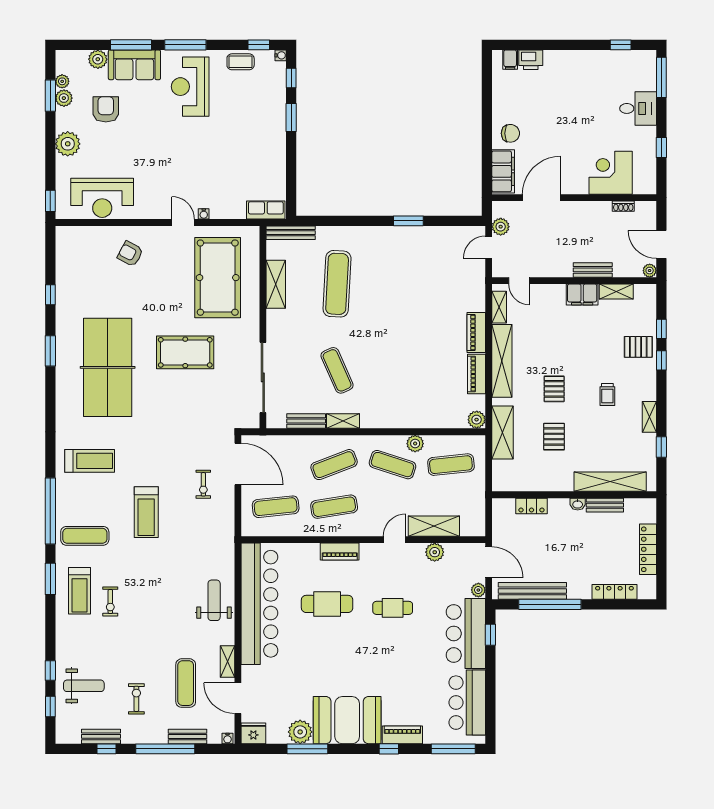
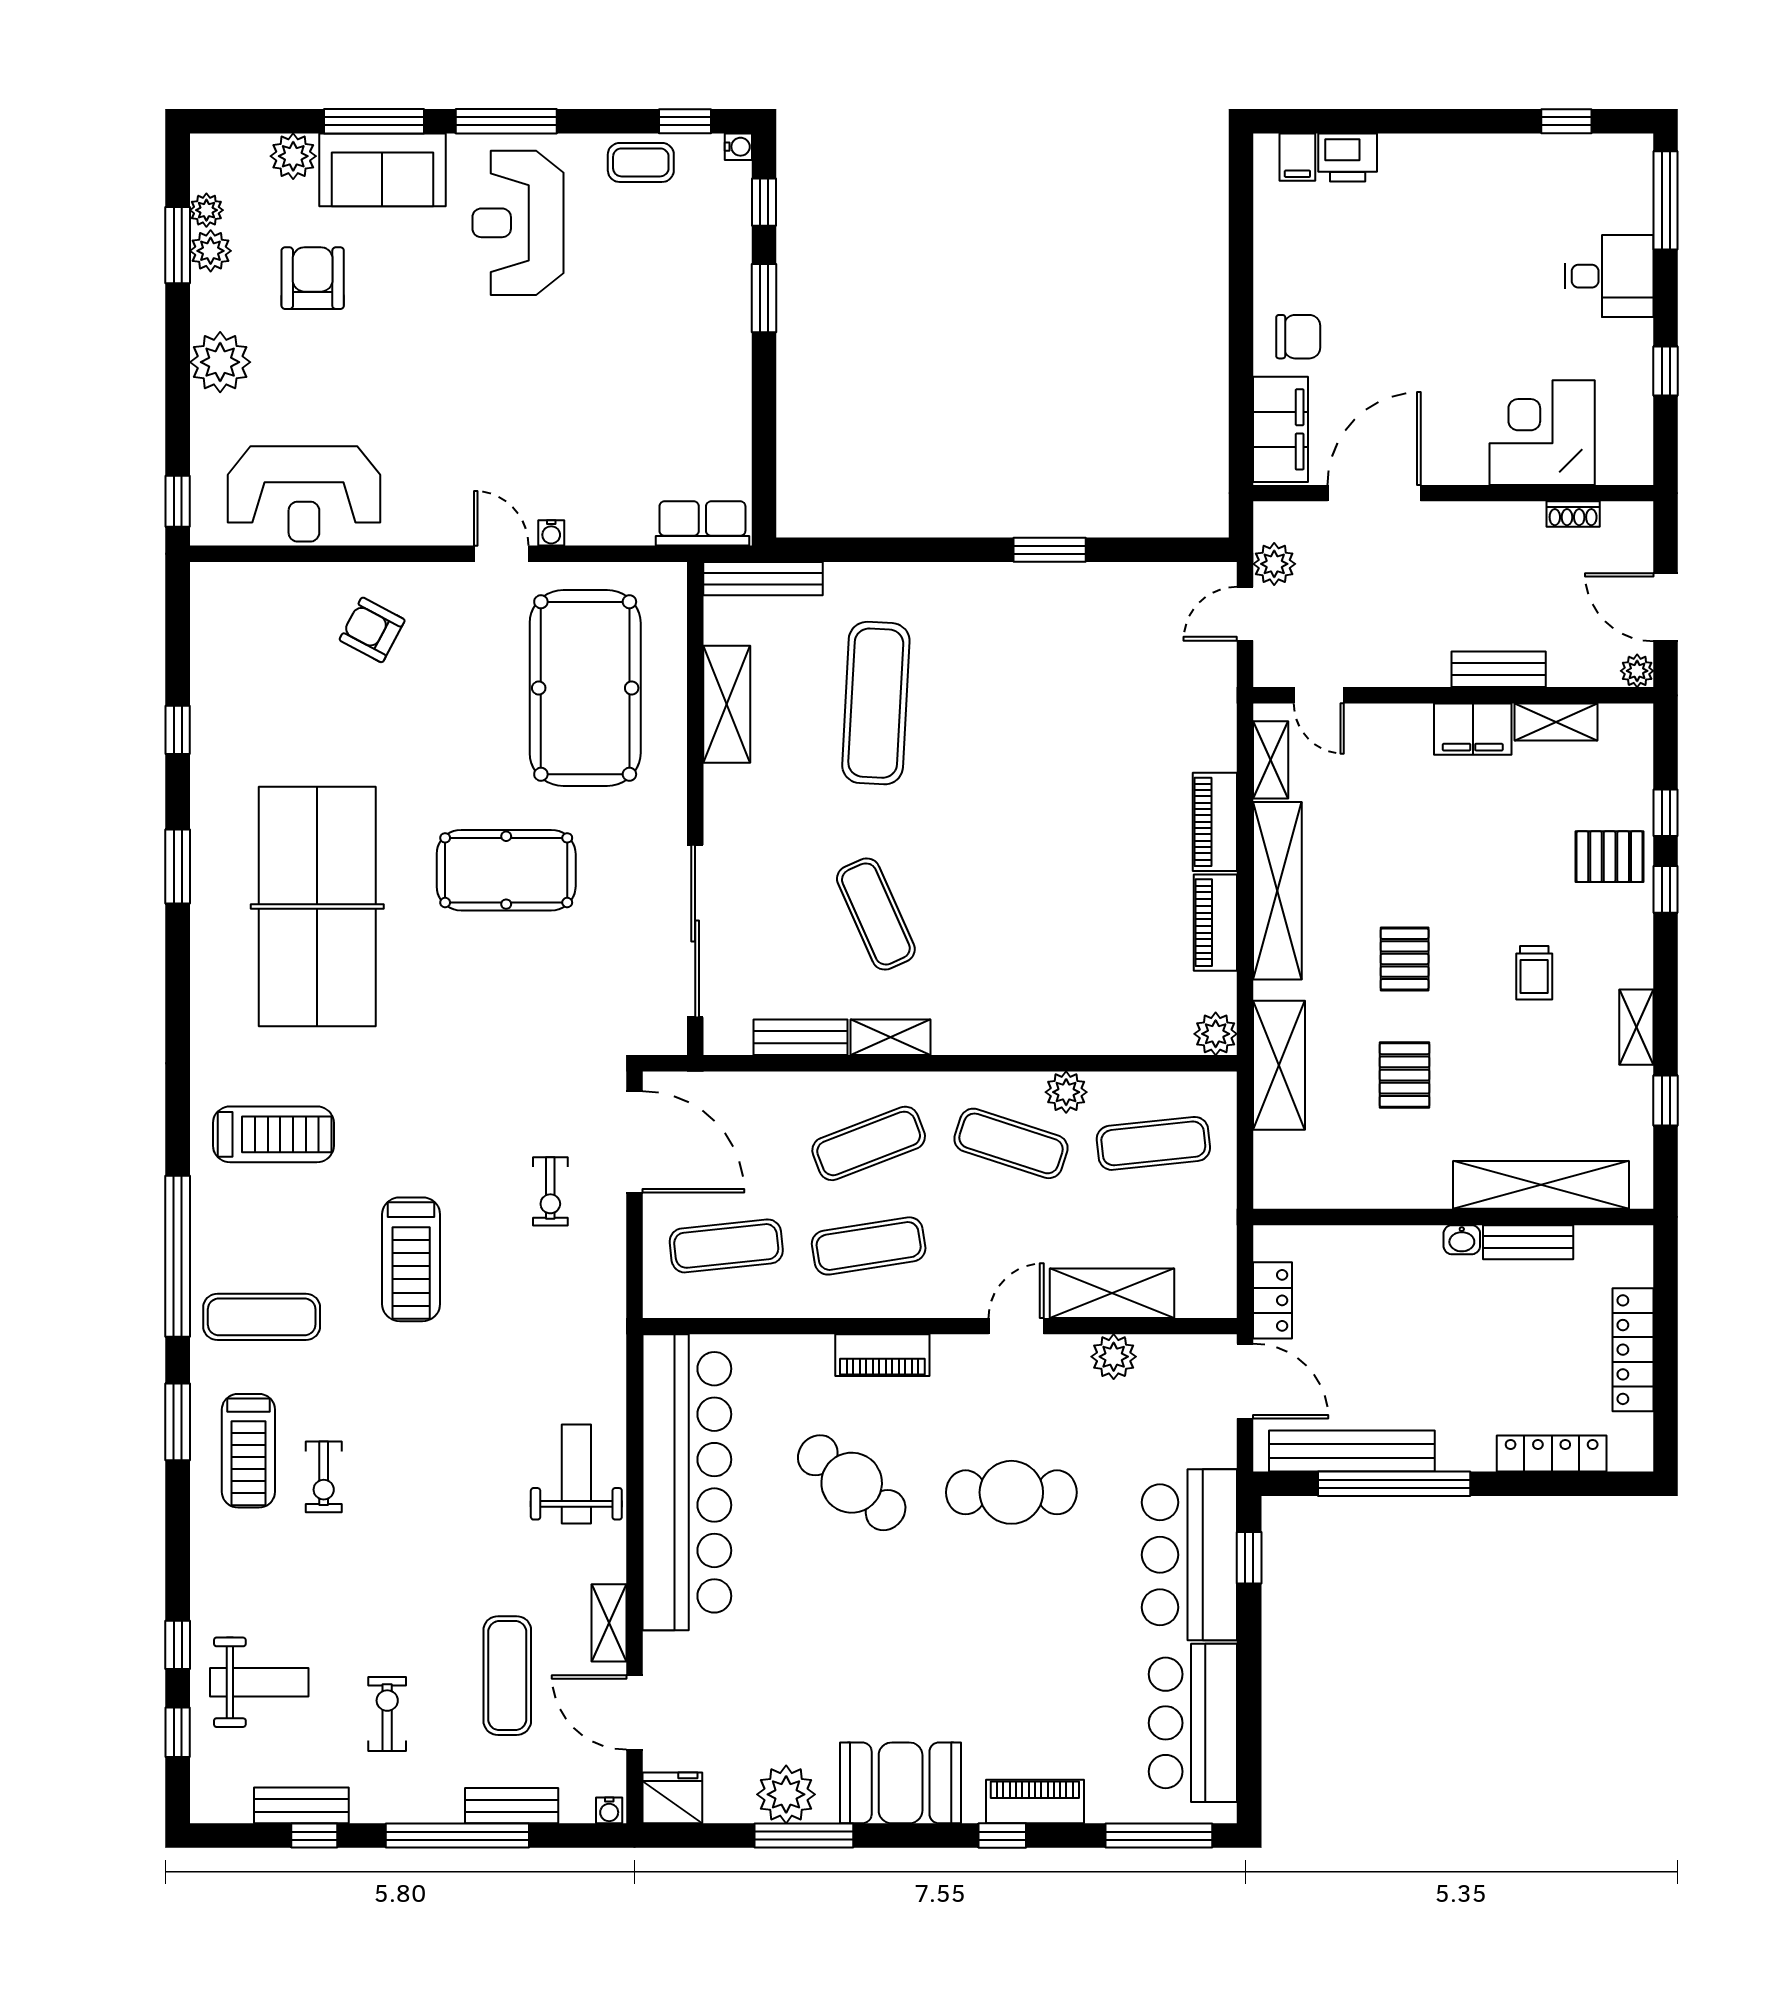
locker: (531, 506) -> (1272, 1300), moved, turned -90
plant: (478, 590) -> (1220, 1449), removed
cafe table: (327, 604) -> (852, 1483), turned 39
cafe table: (393, 608) -> (1011, 1492), width x1.37, depth x1.35
booth: (347, 720) -> (901, 1783), width x0.73, depth x0.70

